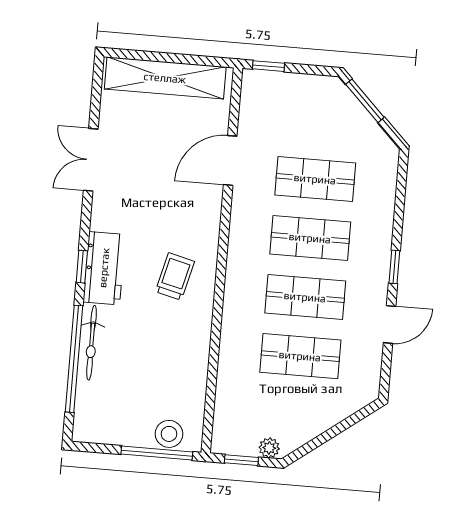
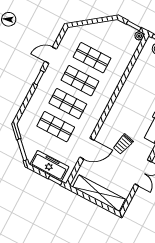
freezer: (294, 91) -> (49, 166), added
trolley: (175, 276) -> (123, 144), moved
plant: (269, 448) -> (139, 36), moved

